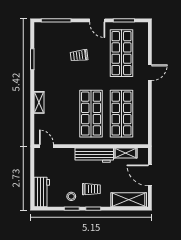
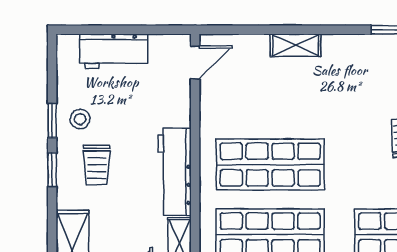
workbench: (42, 192) -> (114, 51), moved

